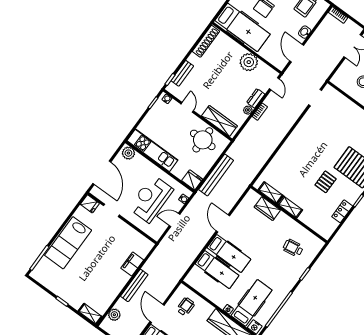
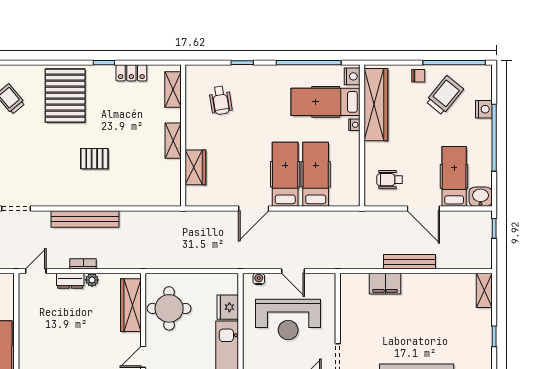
plant: (249, 62) -> (32, 322), removed
bench: (216, 175) -> (85, 219), moved
fridge: (192, 180) -> (228, 307), moved
pallet: (326, 182) -> (94, 159), moved
shelving: (271, 193) -> (173, 90), moved
door: (157, 313) -> (423, 209), hinge flipped
plant: (114, 315) -> (463, 260), removed

